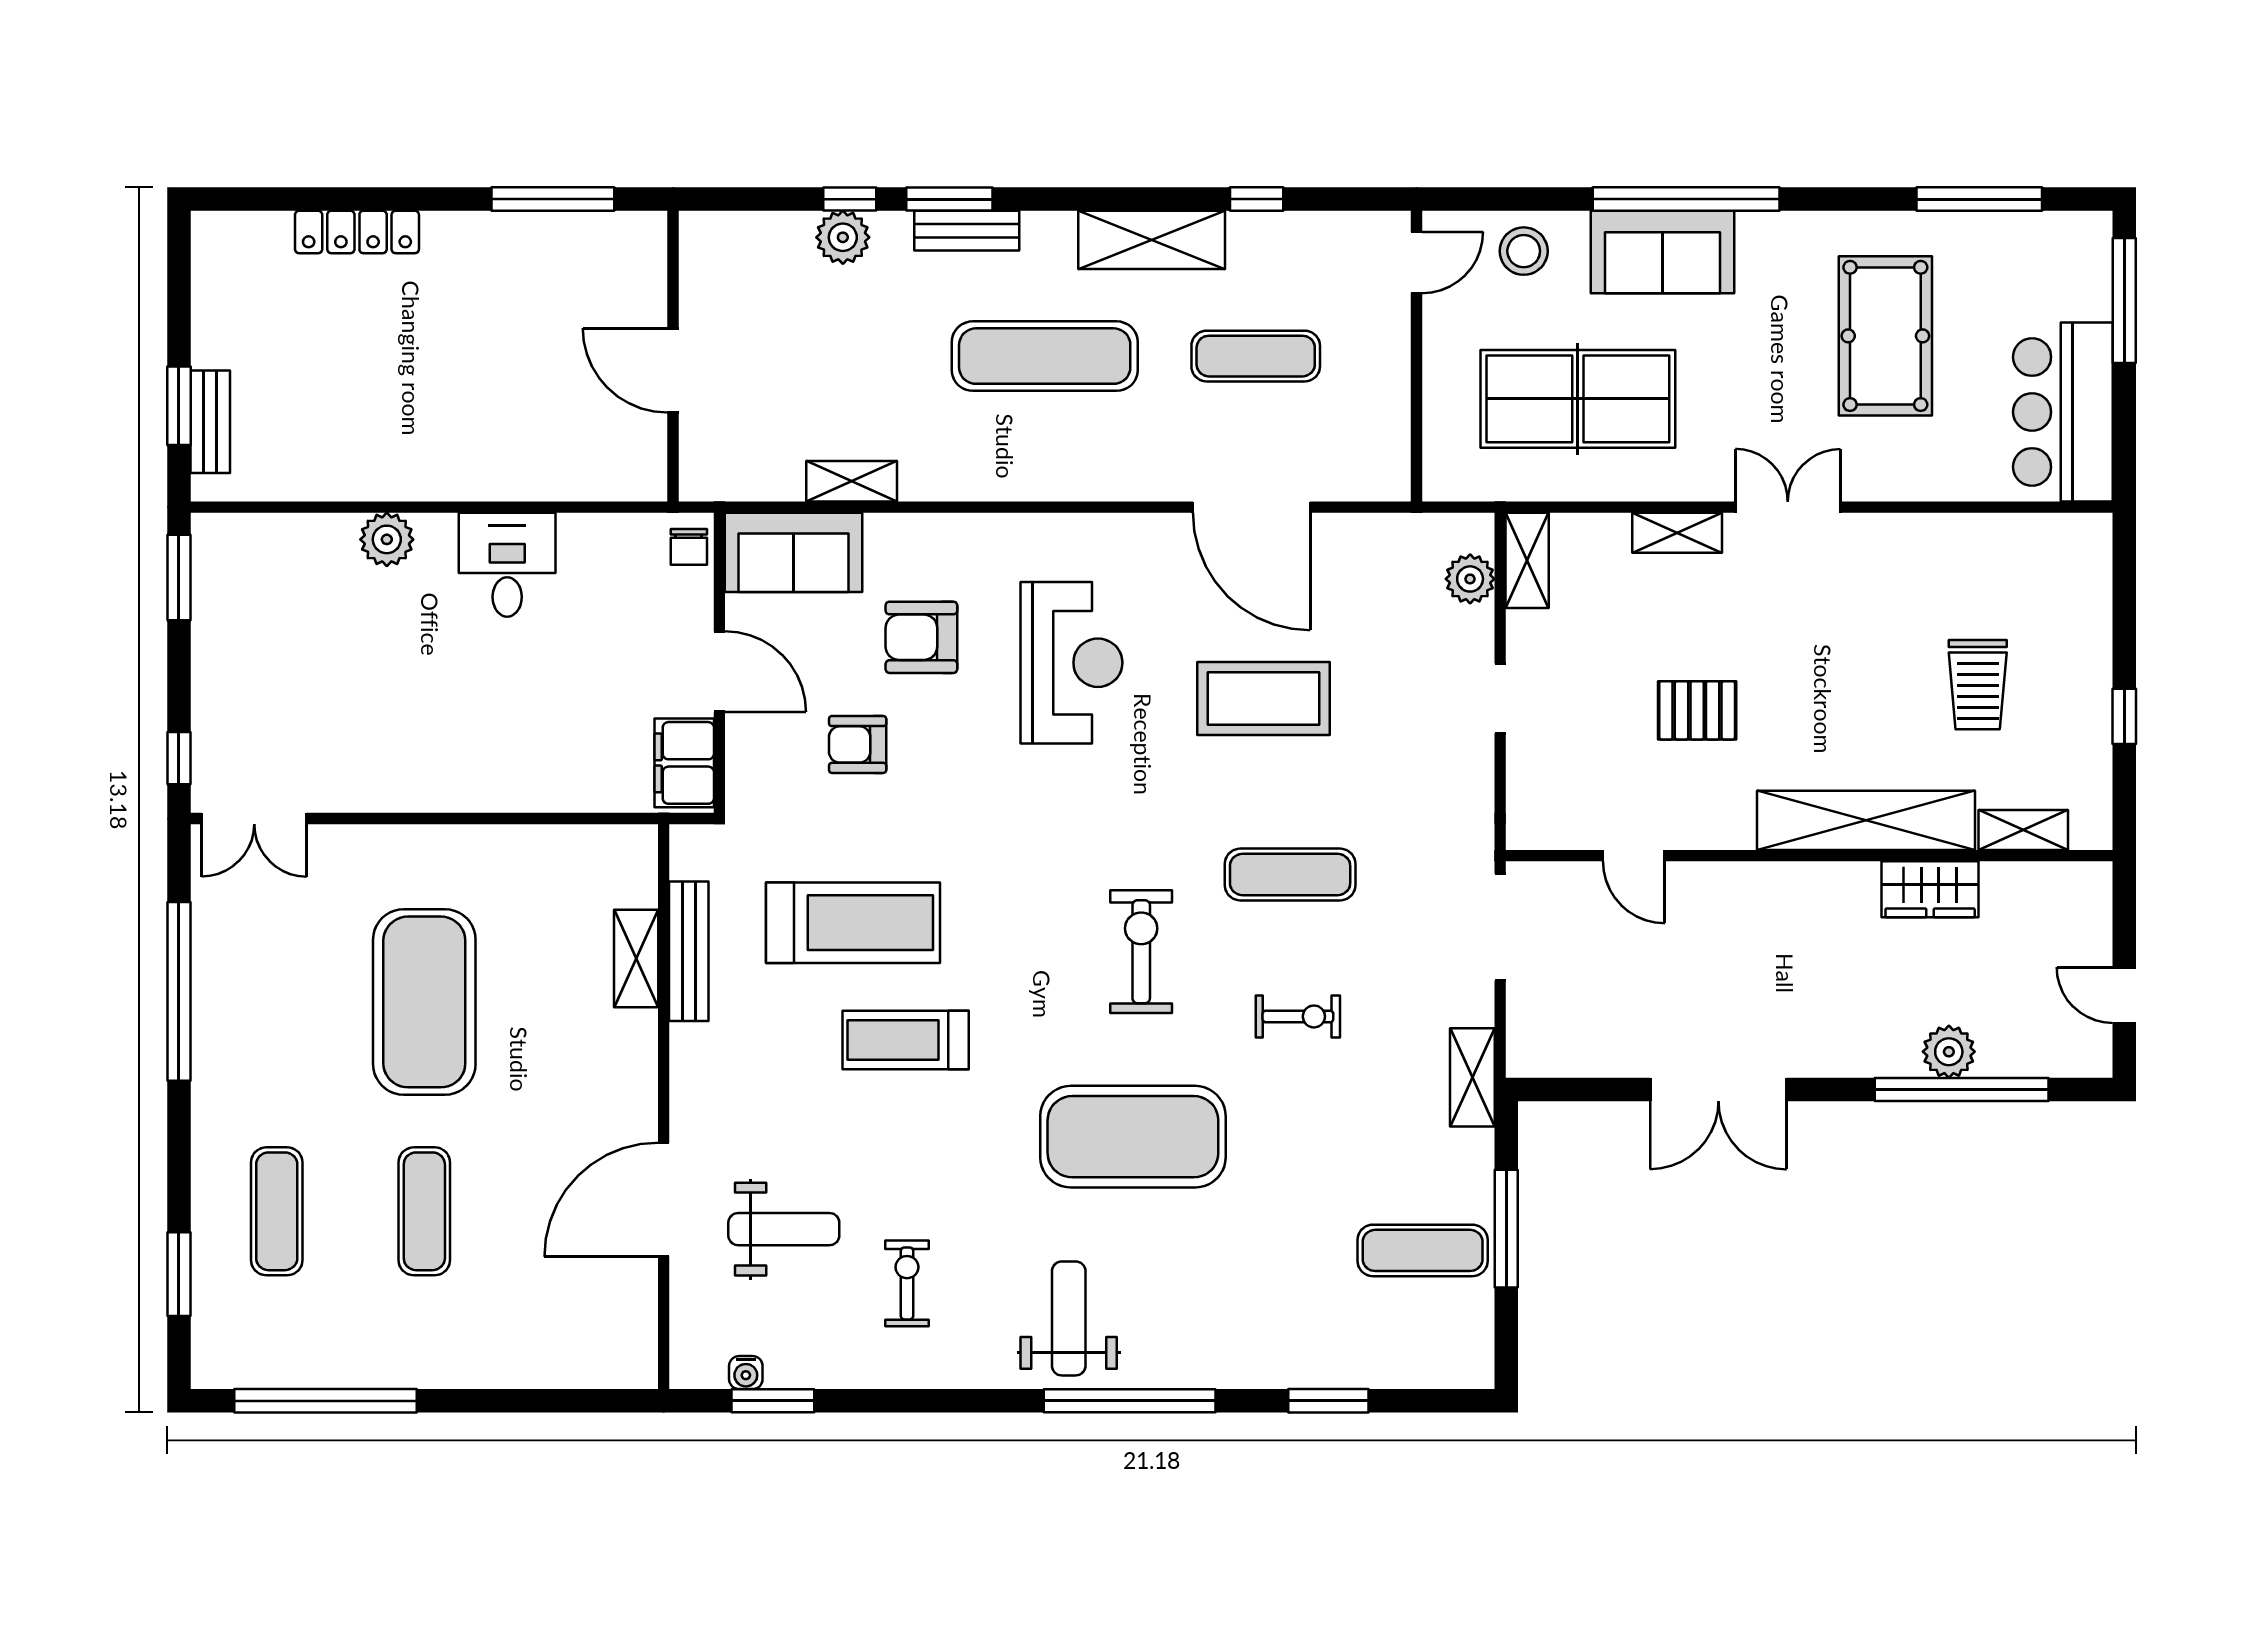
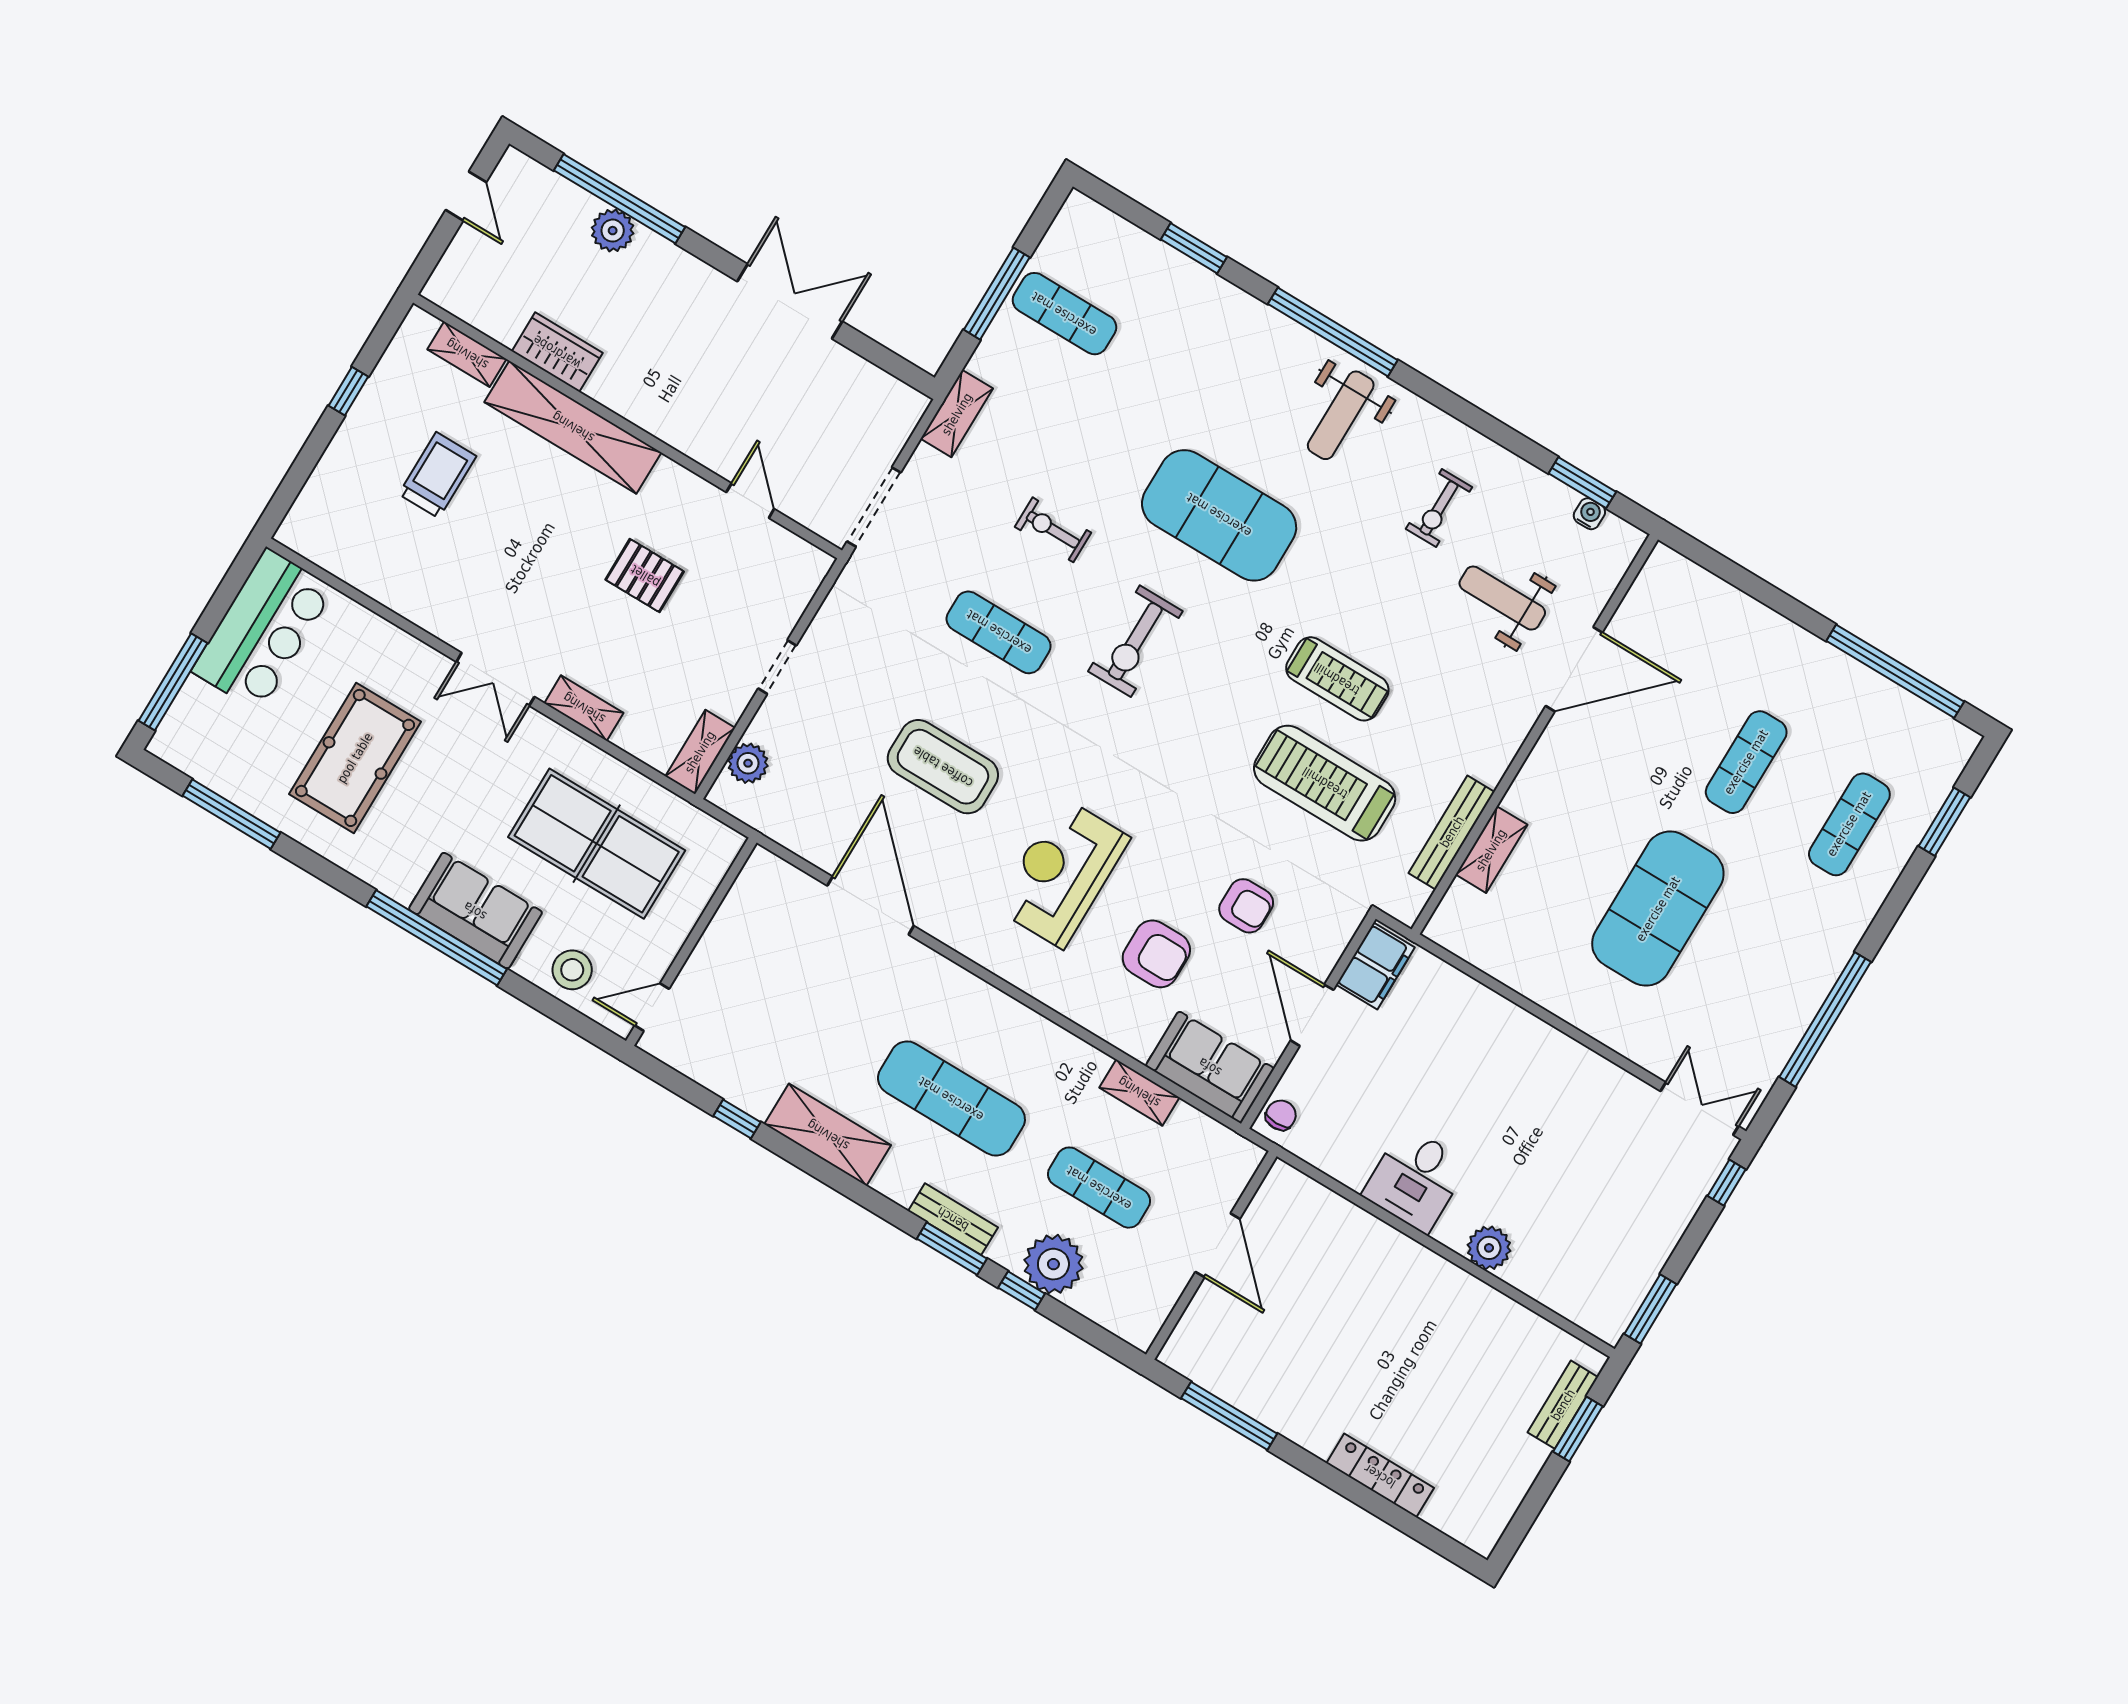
plant: (843, 237) -> (1053, 1264), width x1.36, depth x1.36
exercise mat: (1256, 356) -> (1099, 1188), moved

